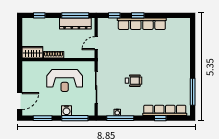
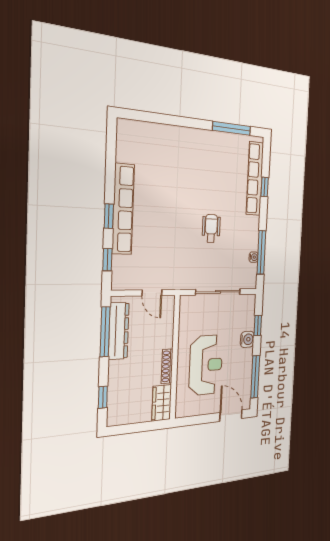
reception desk: (65, 80) -> (206, 365), moved
window: (43, 118) -> (255, 377), width x1.44
window: (75, 118) -> (258, 325), width x0.46

